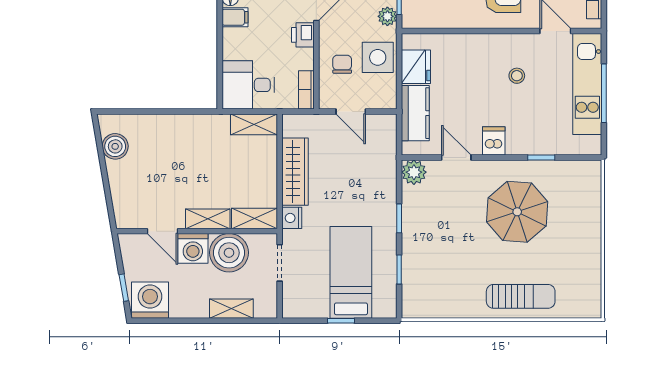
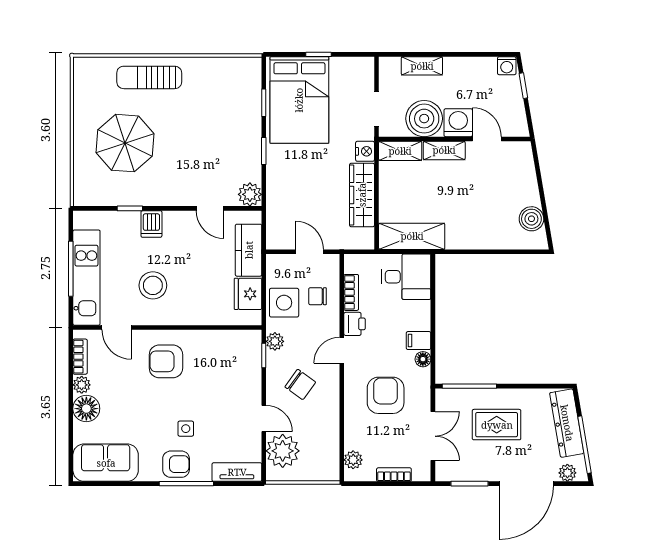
chair: (342, 64) -> (318, 296), turned 90
stool: (517, 76) -> (153, 285), width x1.89, depth x1.89
bookcase: (306, 90) -> (351, 292), moved
shelving: (254, 124) -> (412, 236), width x1.50, depth x1.33
dishwasher: (494, 141) -> (151, 224), moved
parasol: (517, 212) -> (125, 143), moved
bed: (351, 272) -> (299, 100), width x1.50
washing machine: (150, 300) -> (507, 66), width x0.53, depth x0.53

